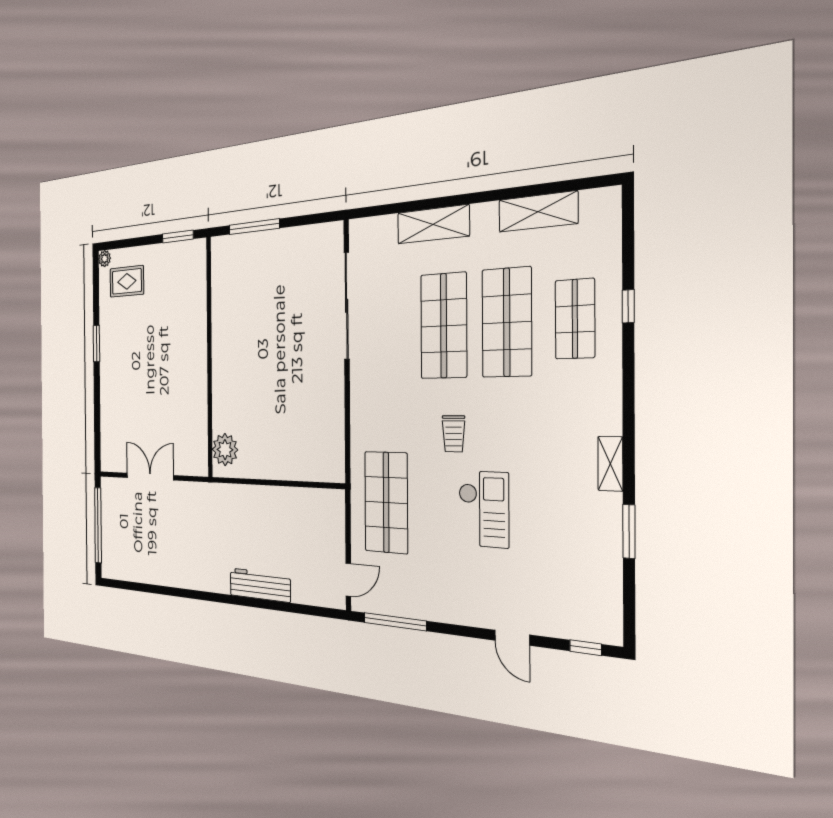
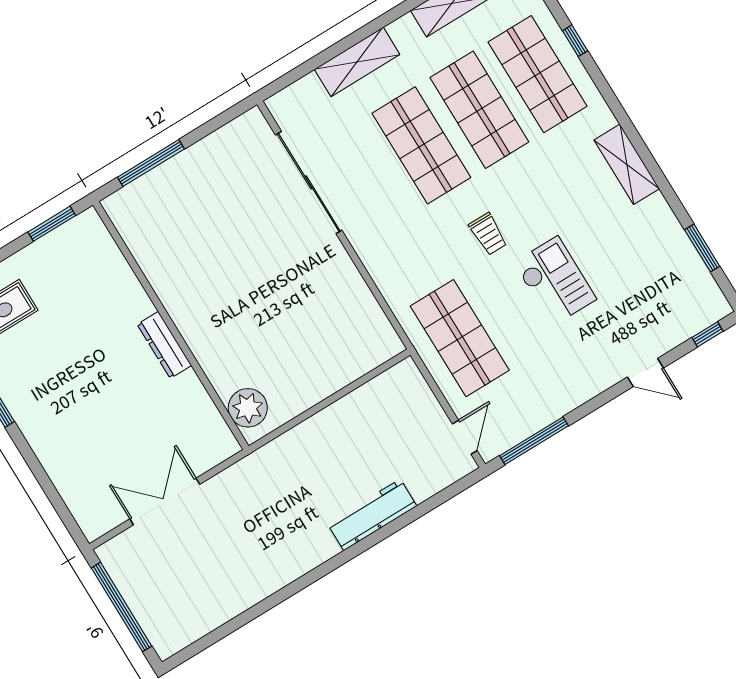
shop shelf: (575, 319) -> (537, 74), width x1.43, depth x1.36
dresser: (199, 368) -> (164, 345), added
shelving: (610, 464) -> (627, 164), width x1.50, depth x1.33
window: (629, 531) -> (702, 248), moved

